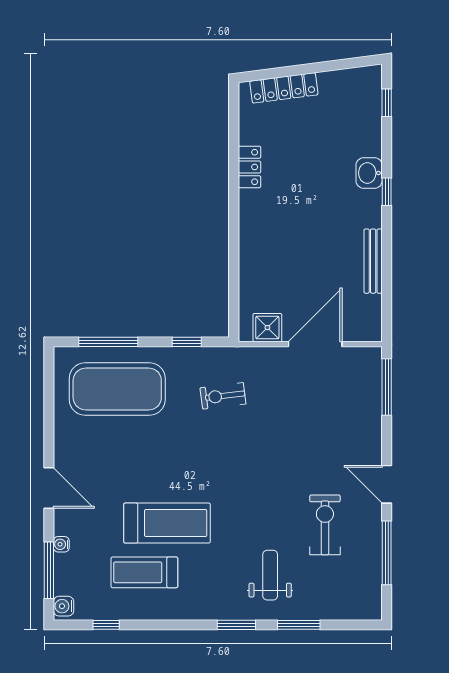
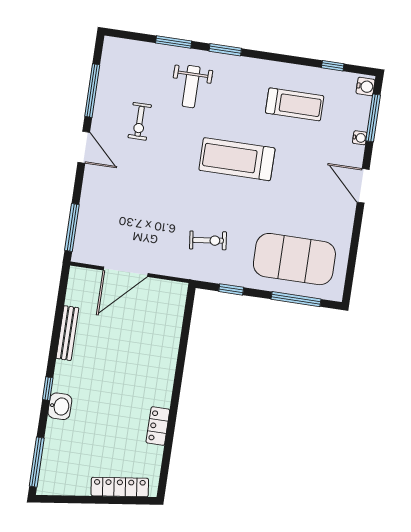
window: (387, 103) -> (37, 462), width x2.17
shower: (267, 328) -> (163, 291), removed
treadmill: (167, 523) -> (237, 159), moved
exercise bike: (325, 525) -> (140, 121), width x0.73, depth x0.72

